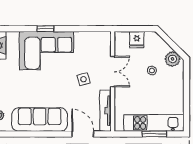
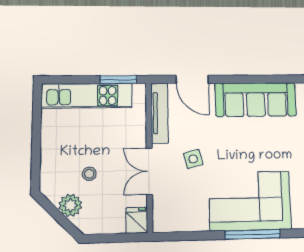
window: (45, 29) -> (253, 234), width x2.17
fridge: (137, 40) -> (137, 220), moved
plant: (173, 59) -> (70, 205), moved
window: (154, 134) -> (118, 80), moved

